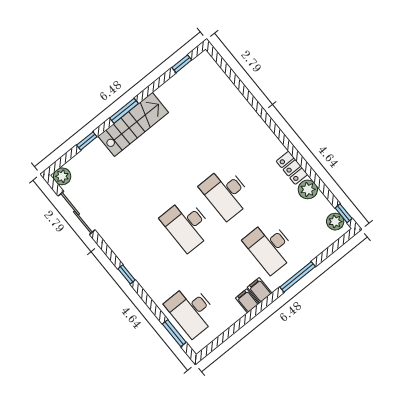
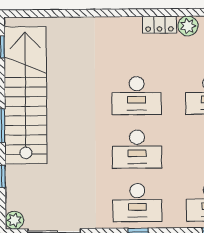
stairs: (133, 124) -> (25, 95), width x1.86, depth x1.51
desk: (148, 257) -> (137, 203), added

